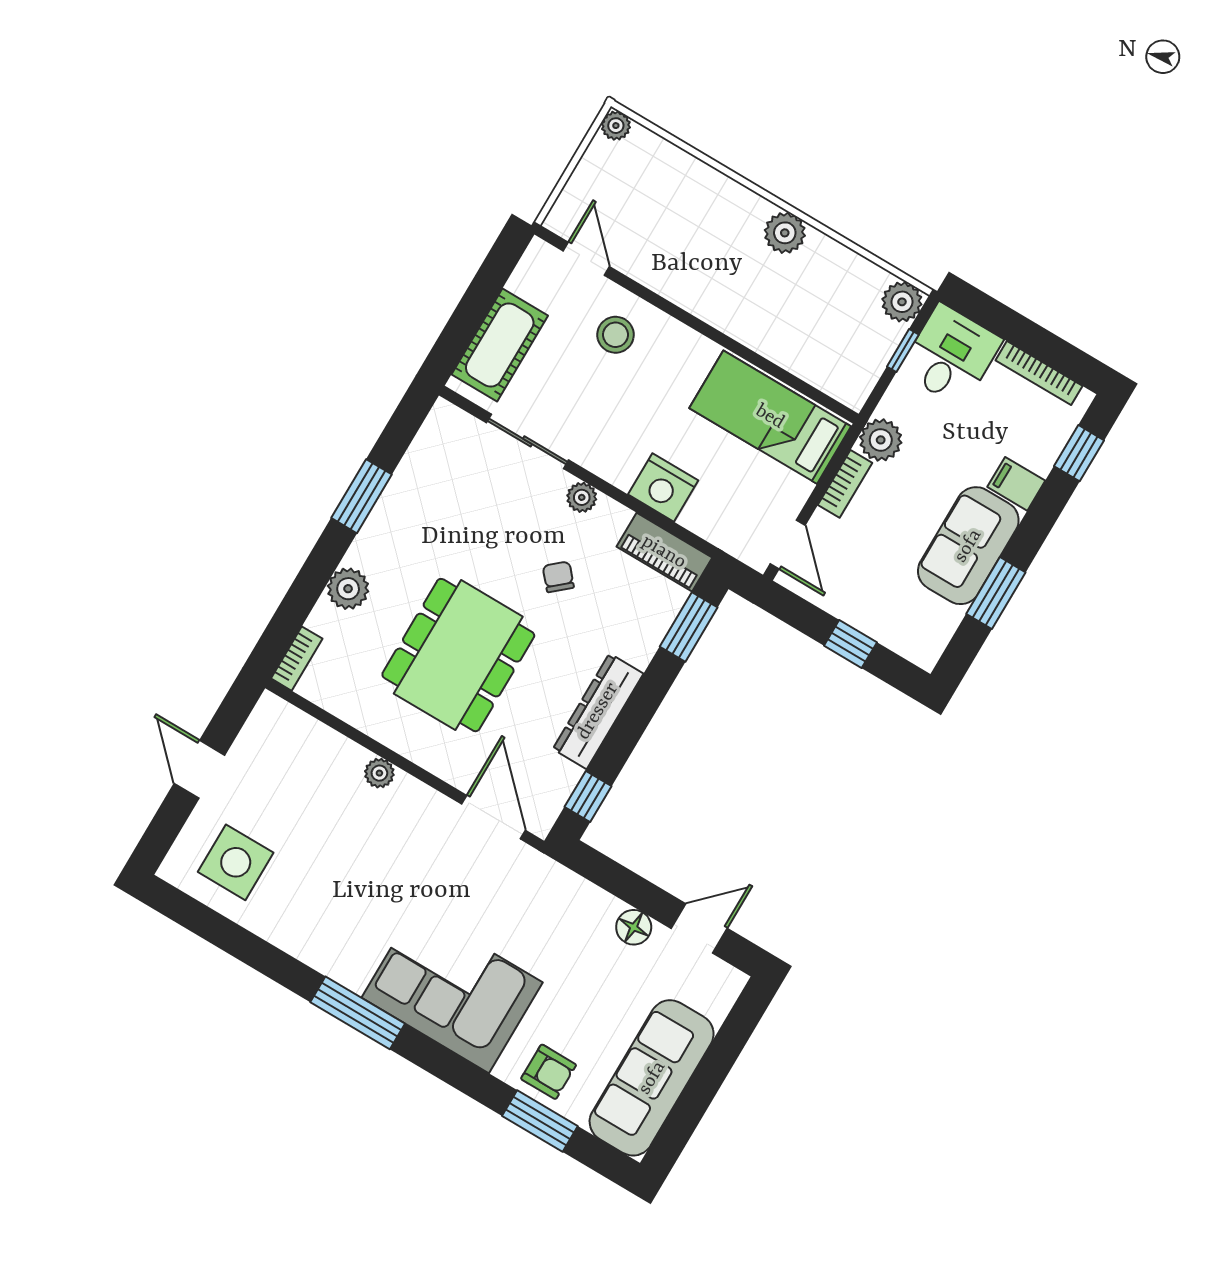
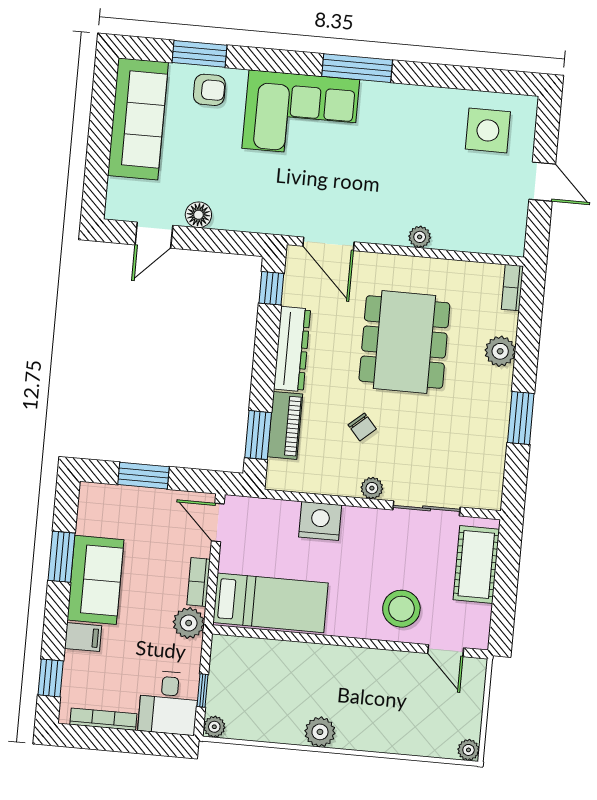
plant: (902, 302) -> (214, 727), width x0.73, depth x0.73
stool: (615, 335) -> (401, 609), width x1.38, depth x1.38
piano: (664, 552) -> (285, 425), moved, turned 90
window: (850, 644) -> (143, 476), width x1.50
armchair: (549, 1072) -> (209, 90), turned 180

